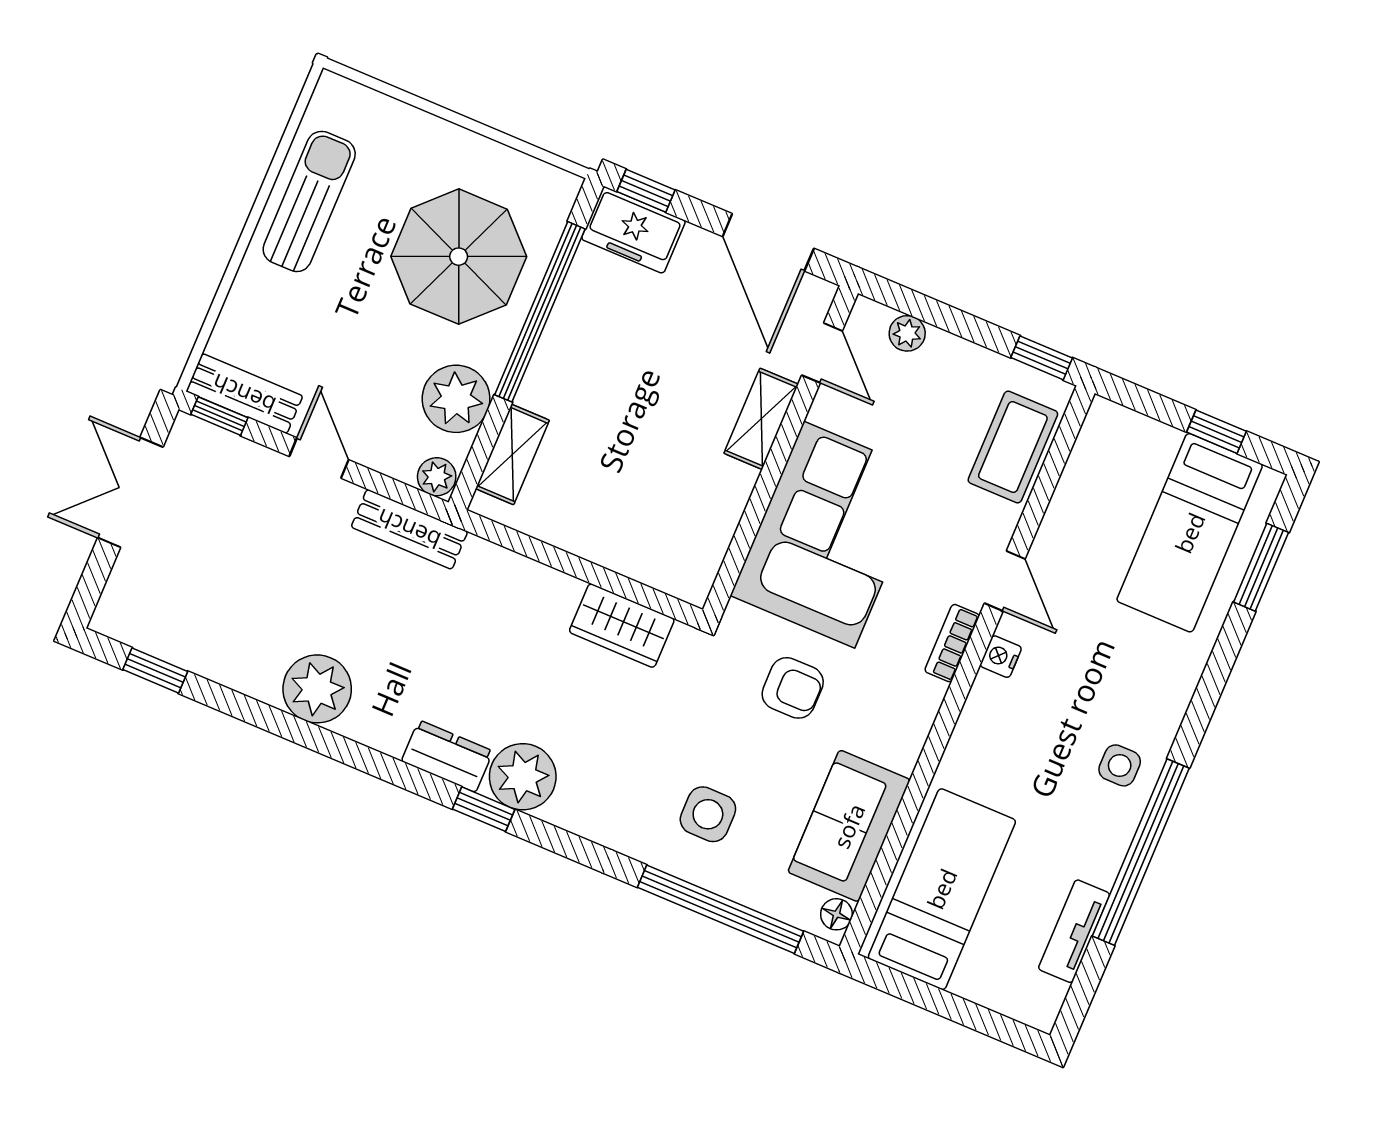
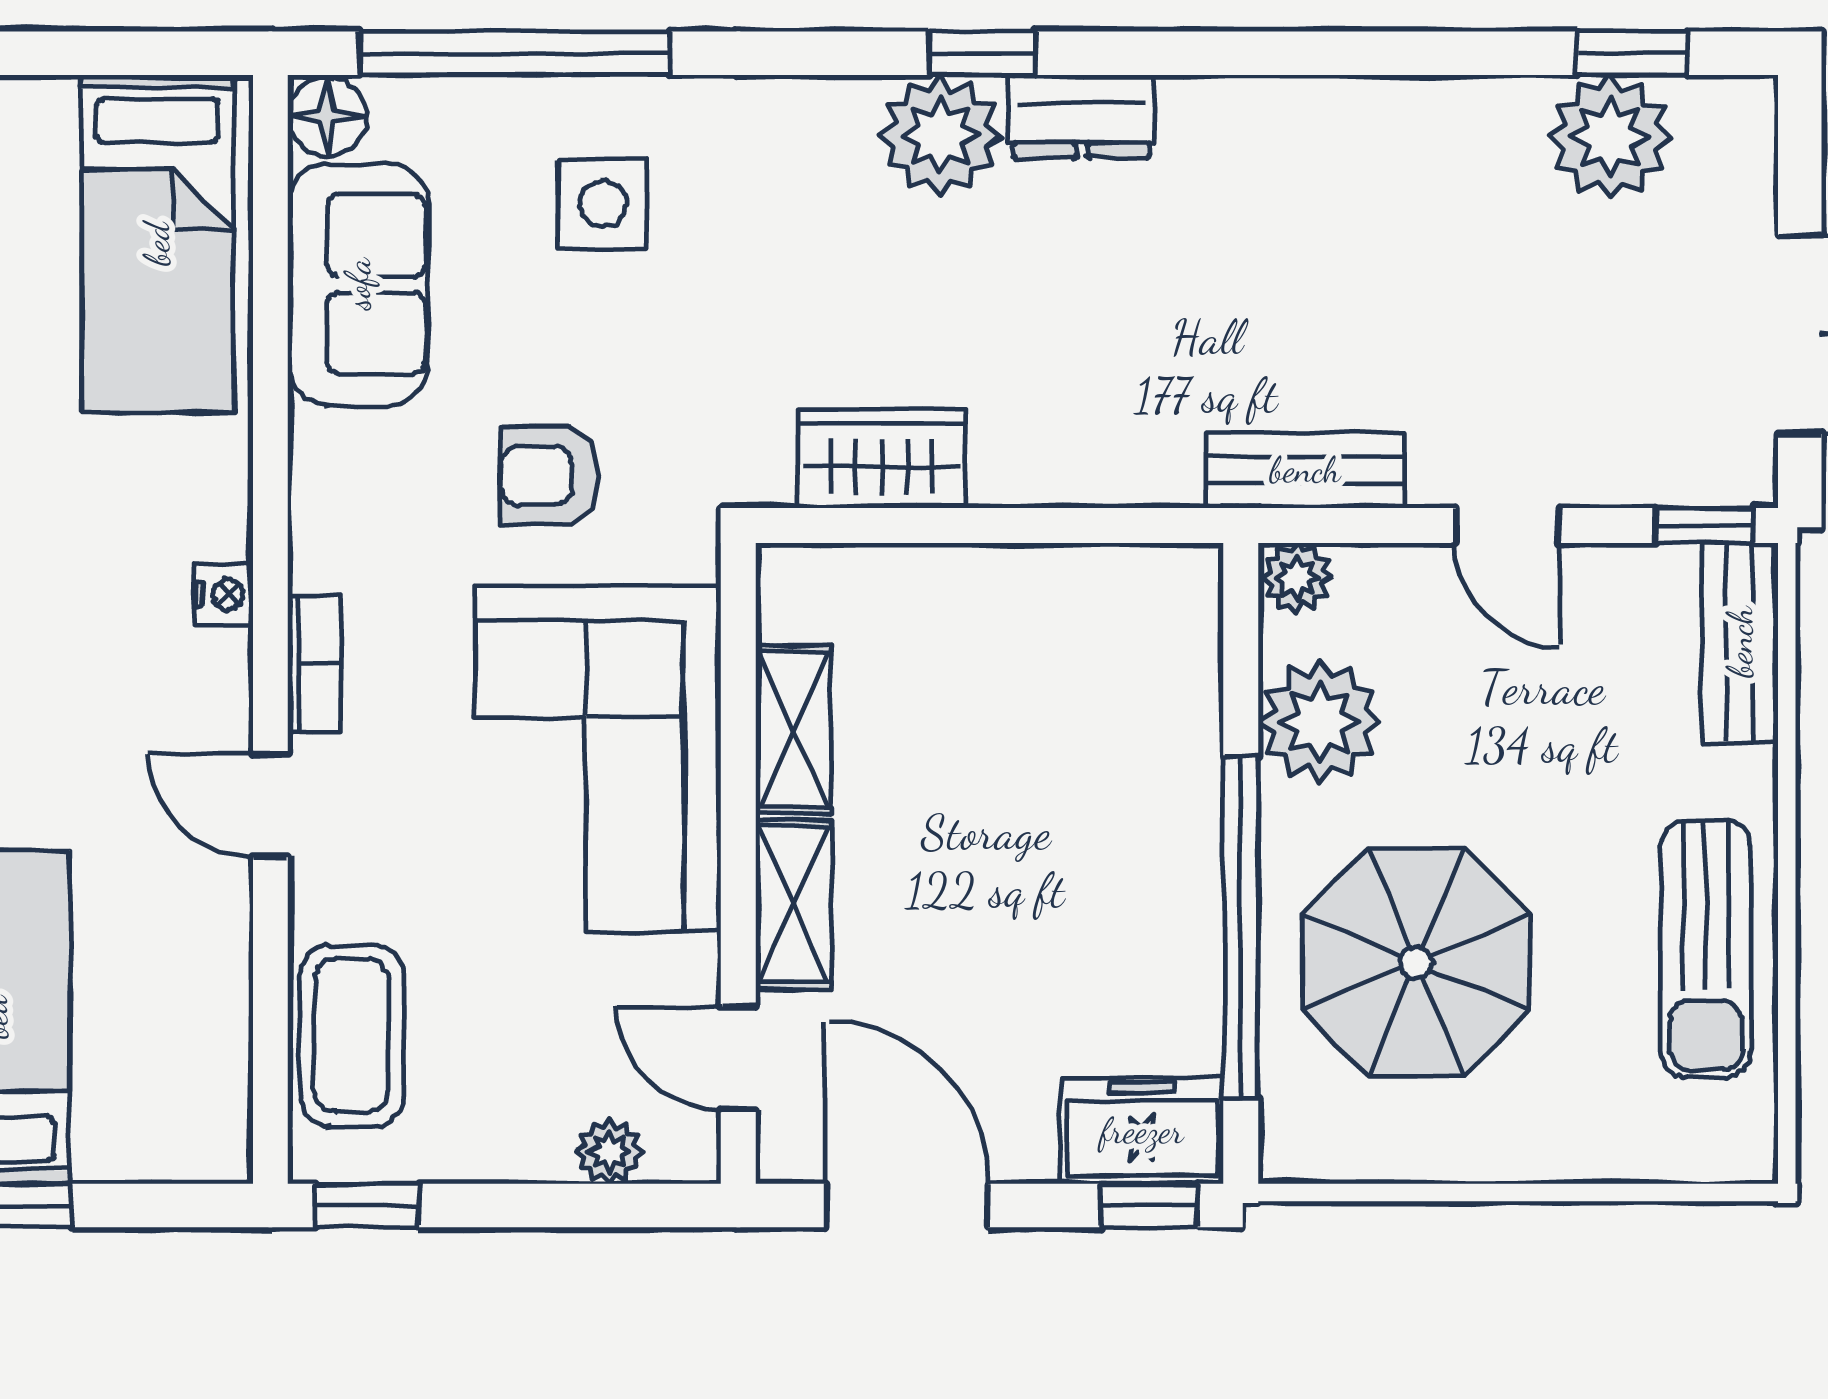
bench: (244, 394) -> (1740, 642), moved, turned 90
shelving: (512, 454) -> (793, 729), moved
nightstand: (1001, 657) -> (224, 595), moved
plant: (317, 689) -> (1610, 137), moved
floor lamp: (836, 914) -> (327, 116), width x1.37, depth x1.37

